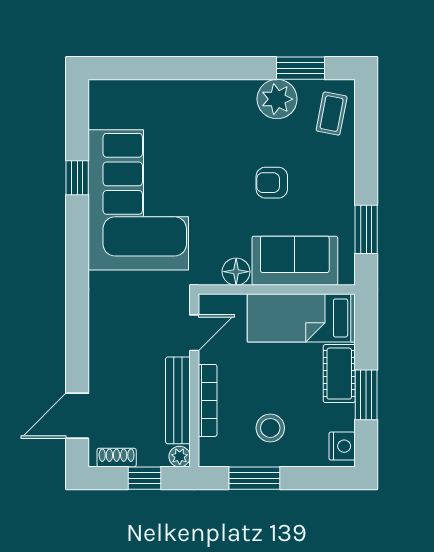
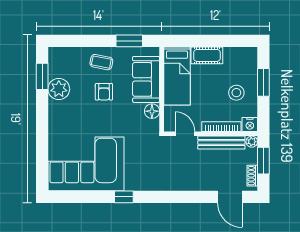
coffee table: (332, 114) -> (101, 62), moved
window: (77, 178) -> (124, 197), moved
corner sofa: (138, 200) -> (86, 164), moved
window: (366, 395) -> (219, 41), removed
nightstand: (342, 446) -> (250, 124), moved, turned 180
window: (145, 478) -> (263, 161), width x1.50
window: (254, 478) -> (263, 82), moved

